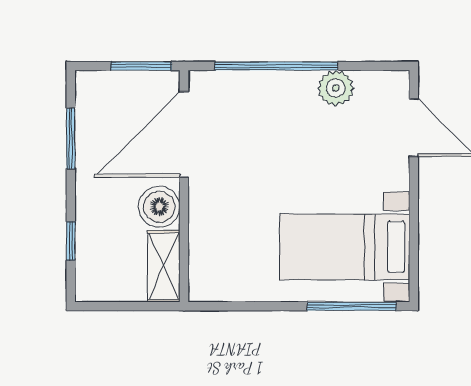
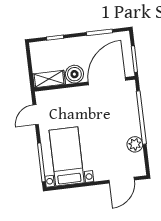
door: (184, 134) -> (107, 81), hinge flipped
door: (241, 306) -> (36, 115), added

